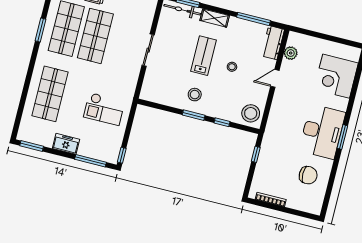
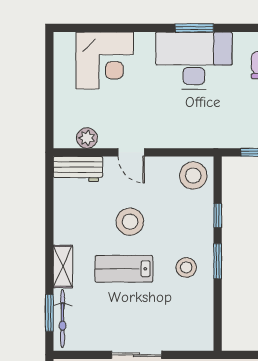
window: (254, 19) -> (49, 207), removed
stool: (232, 67) -> (130, 222), width x1.89, depth x1.89

